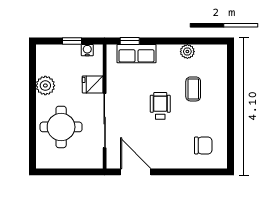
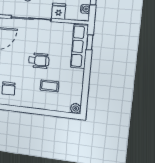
plant: (187, 52) -> (76, 108), moved
row of seats: (136, 54) -> (79, 47), width x1.48

